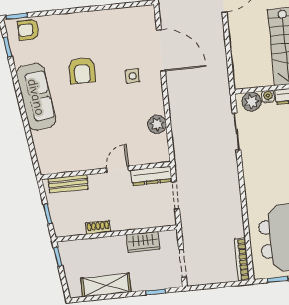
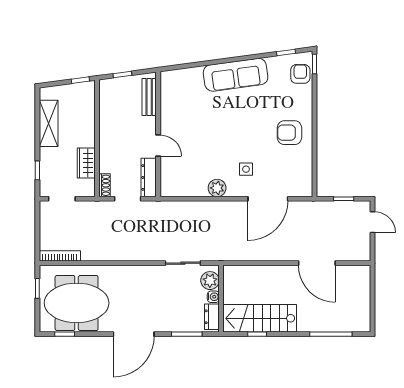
armchair: (82, 70) -> (289, 133), moved
plant: (157, 124) -> (217, 188), moved
shoe rack: (98, 227) -> (104, 185), moved

